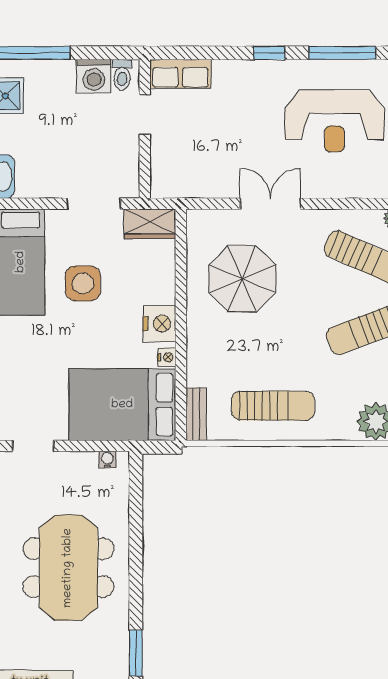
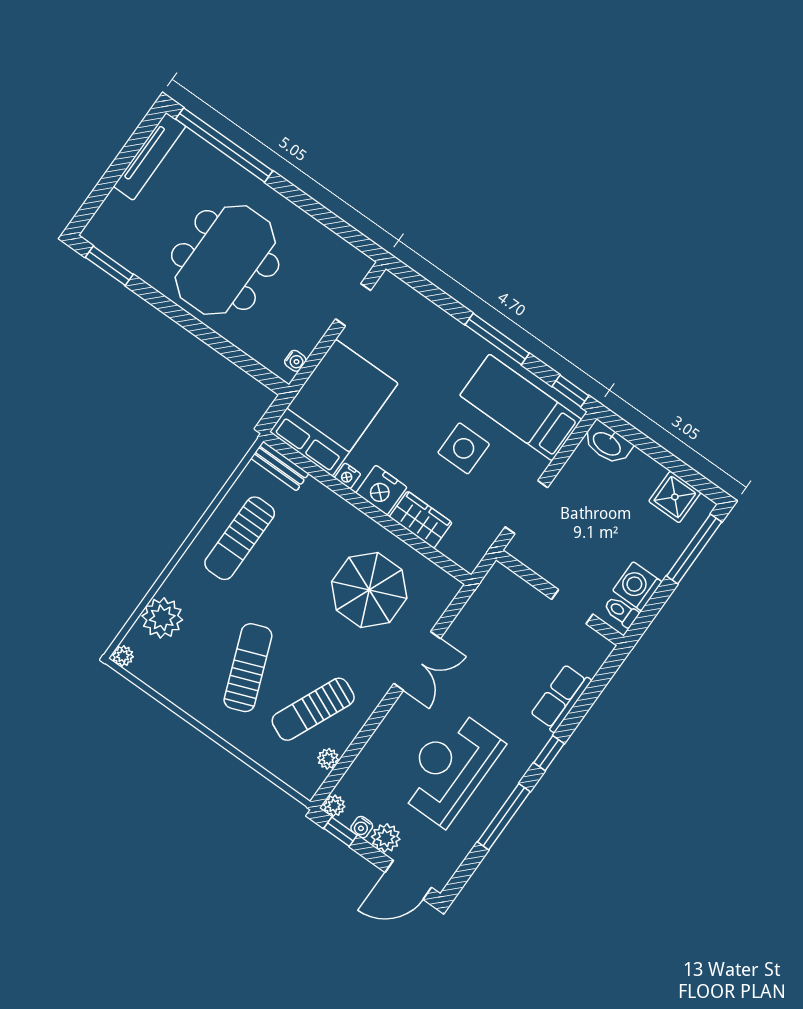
row of seats: (180, 74) -> (561, 698), moved
wardrobe: (150, 224) -> (421, 520), moved, turned 90
meeting table: (68, 568) -> (225, 260), turned 90

